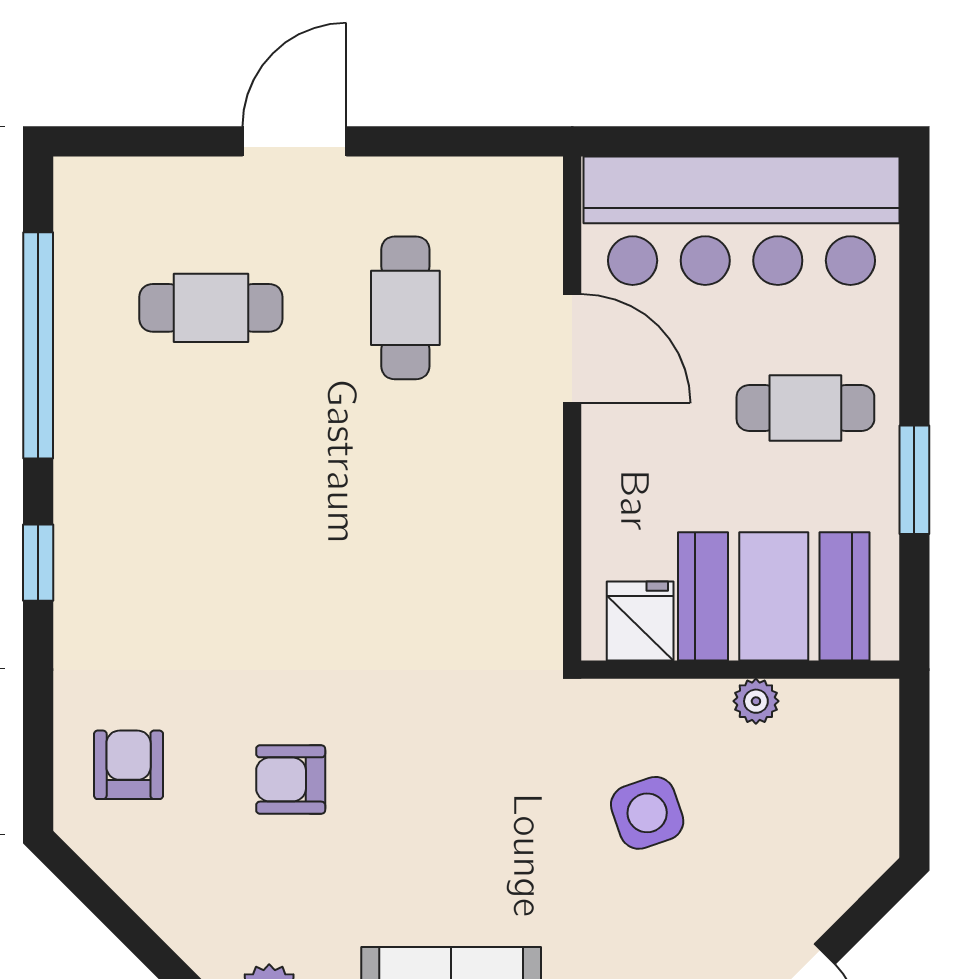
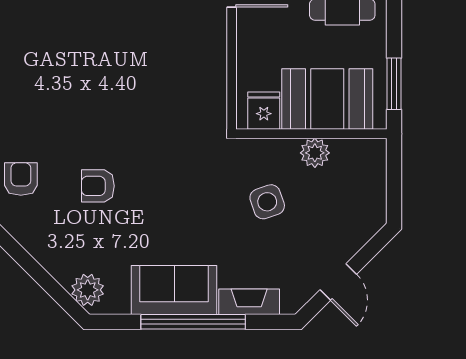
window: (914, 480) -> (394, 84), moved
plant: (756, 701) -> (315, 153), width x1.38, depth x1.38

